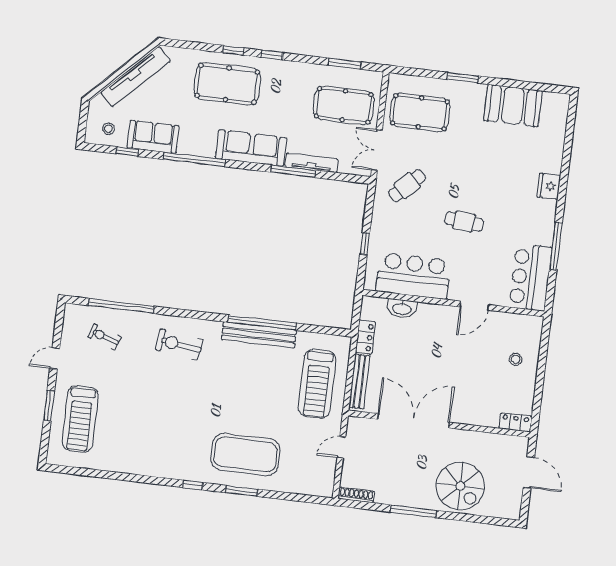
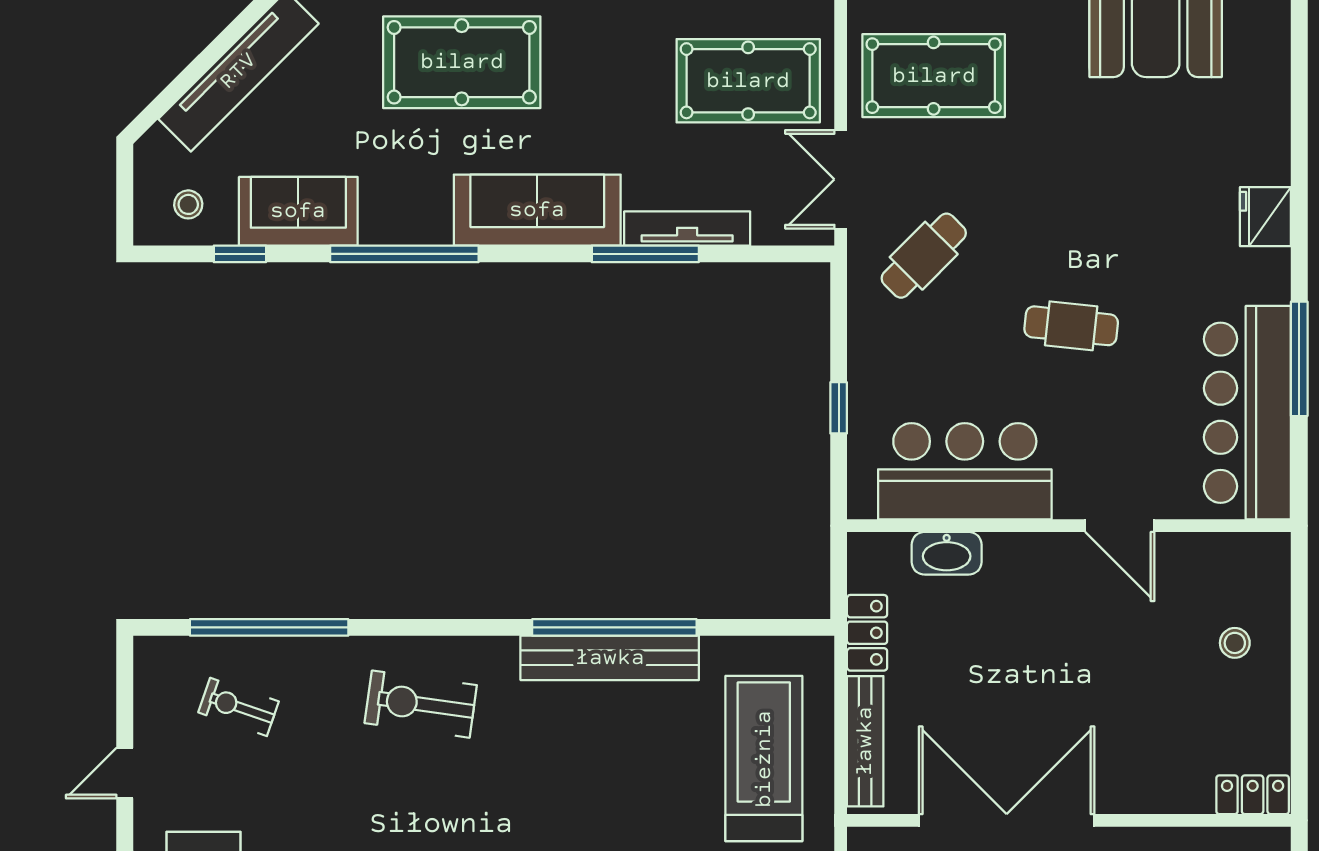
bar counter: (531, 277) -> (1247, 413), width x1.36
door: (474, 306) -> (1120, 526), hinge flipped
treadmill: (317, 384) -> (764, 759), turned 180

